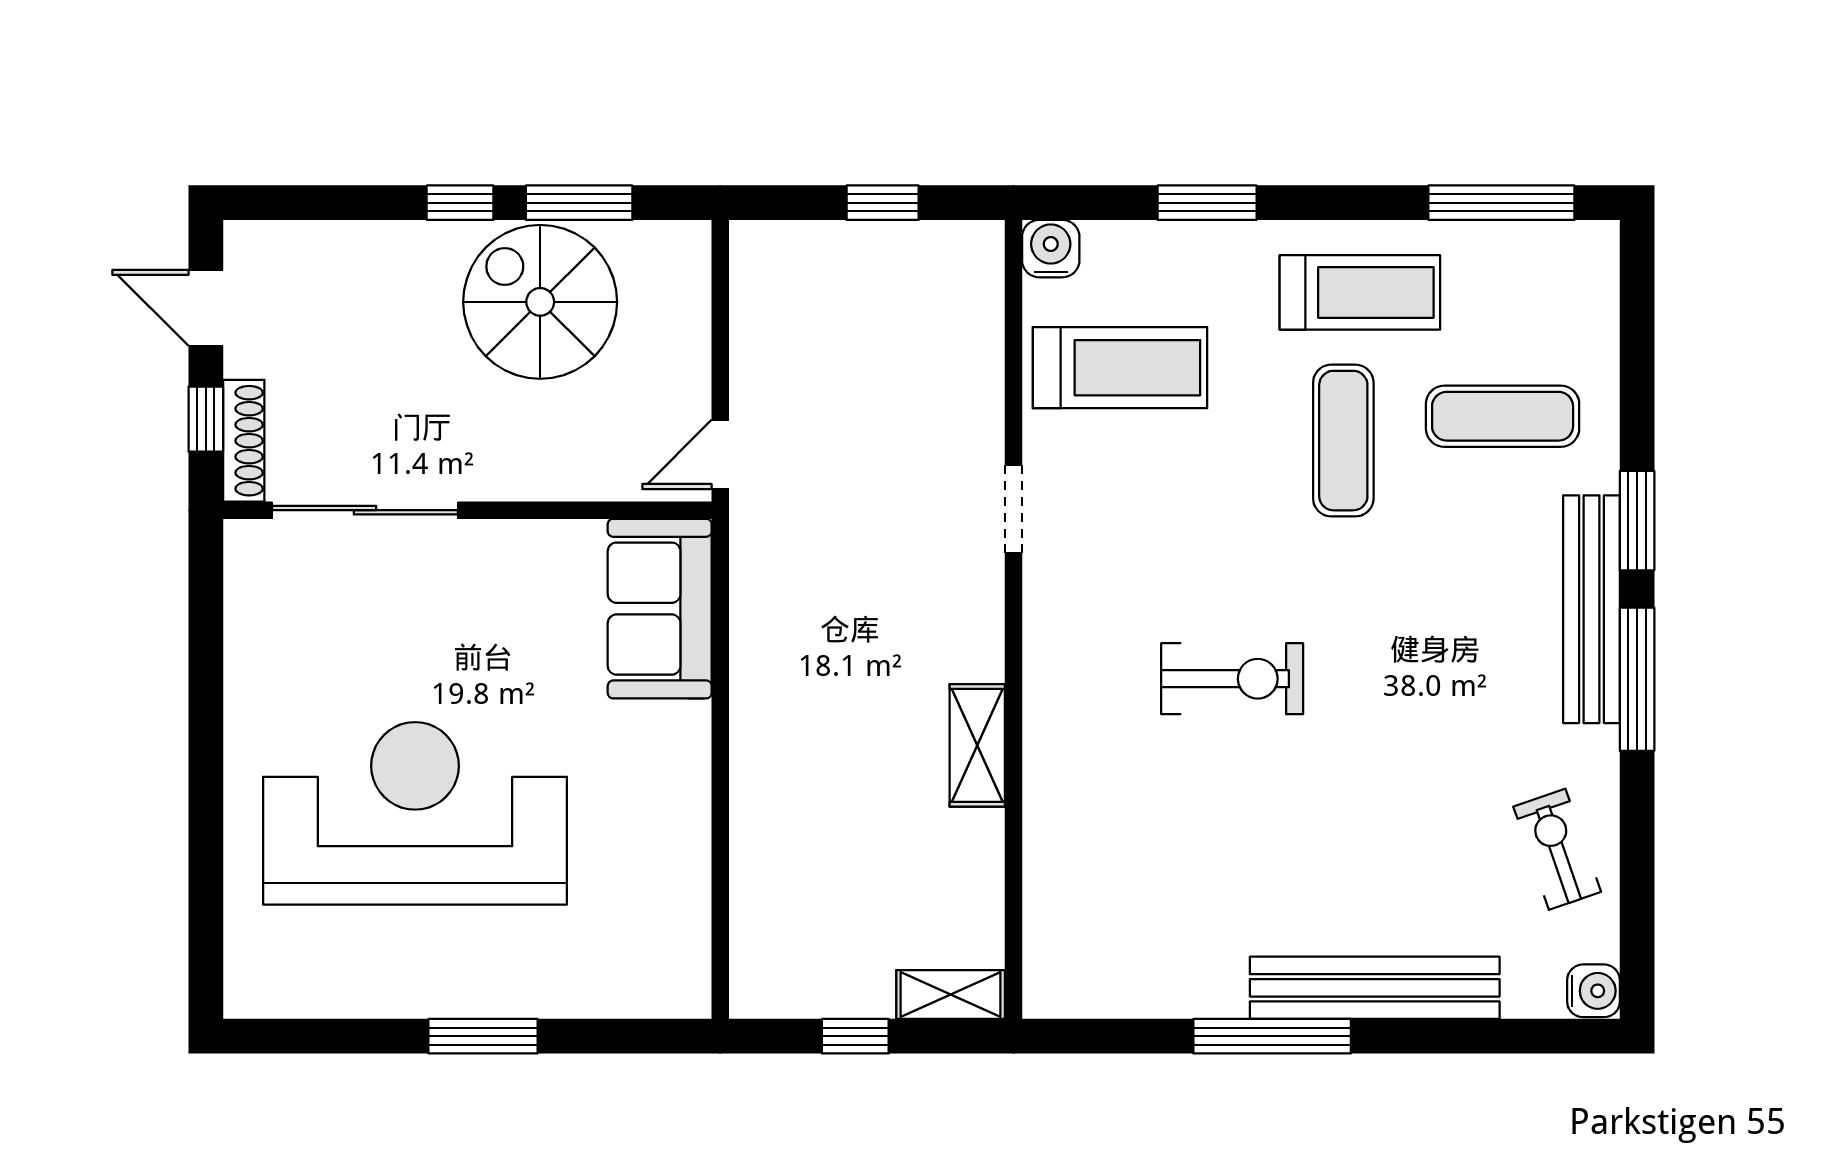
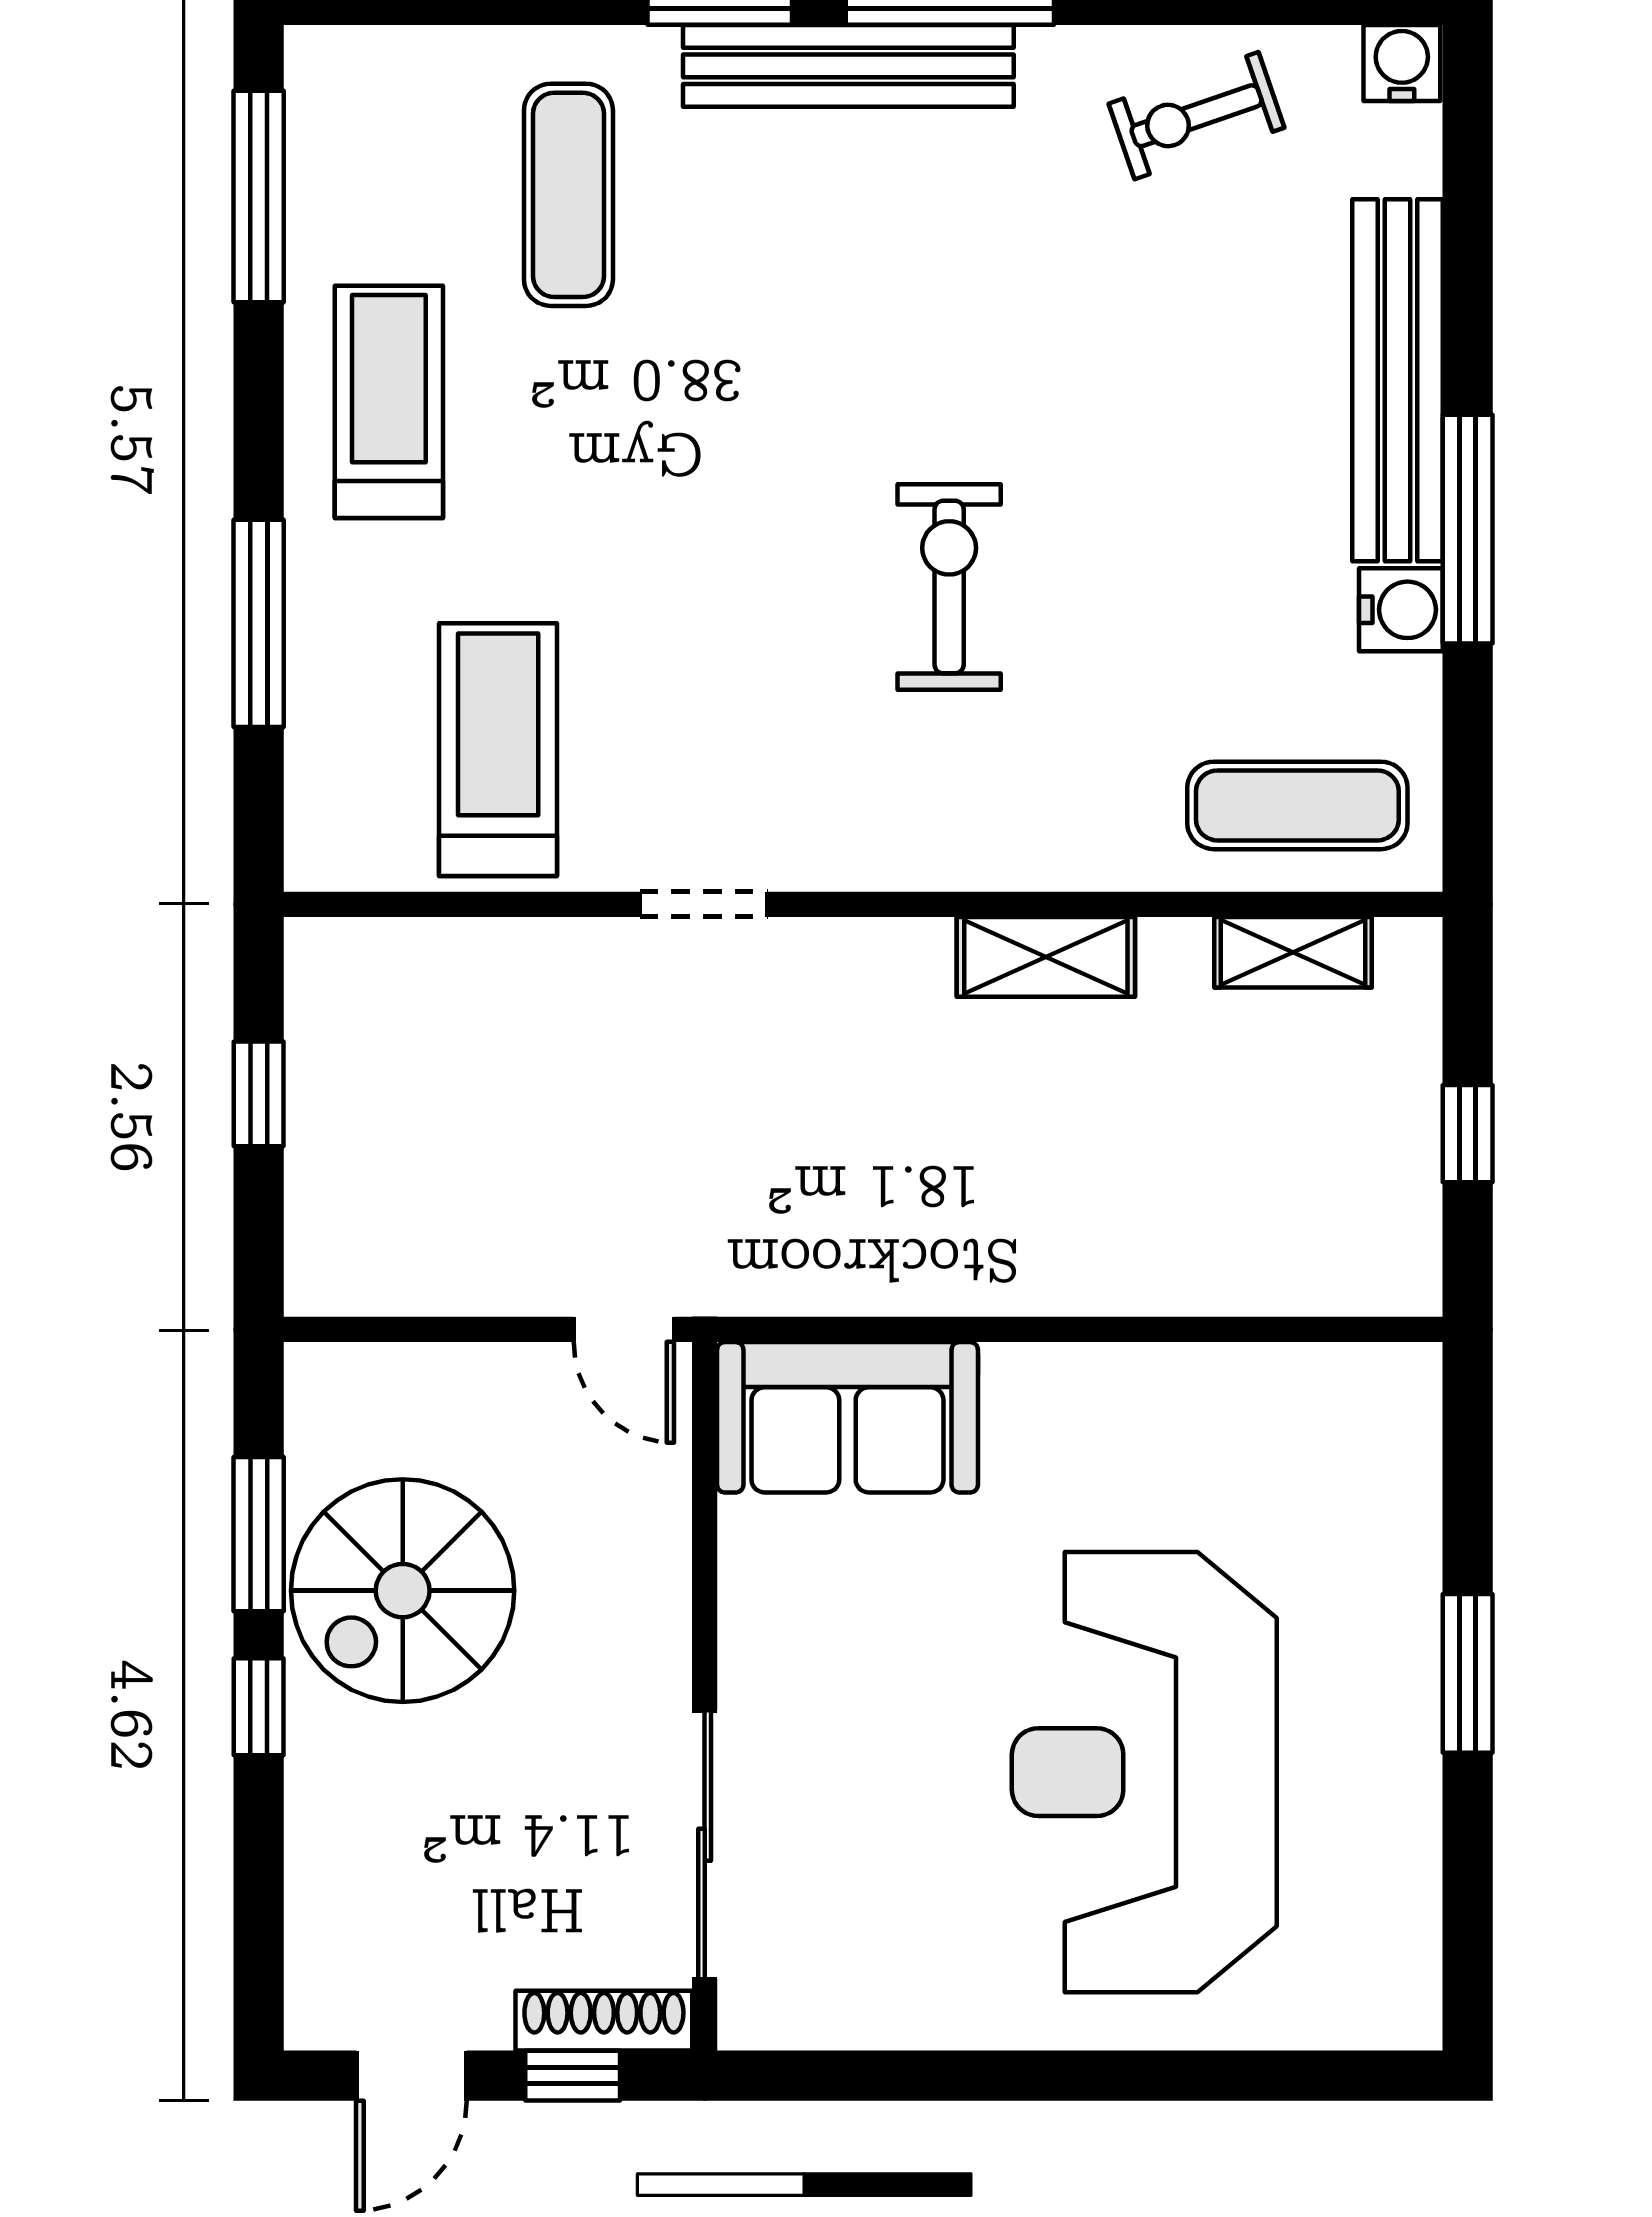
window: (1207, 203) -> (259, 623), width x1.44
water cooler: (1051, 249) -> (1401, 610), moved, turned 180
exercise mat: (1343, 441) -> (1297, 805), moved
shelving: (951, 994) -> (1293, 952), moved, turned 90

